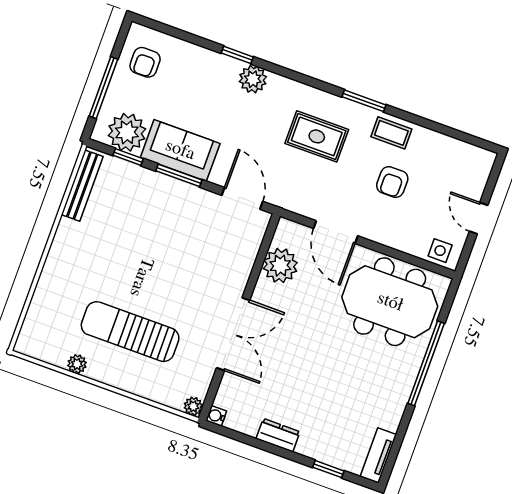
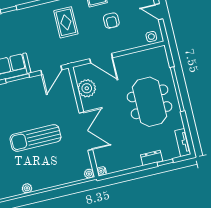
plant: (253, 79) -> (22, 16), removed
rug: (317, 136) -> (66, 22), turned 90
door: (242, 198) -> (51, 70), swing flipped
meeting table: (390, 302) -> (149, 102), moved, turned 90
sun lounger: (130, 332) -> (35, 138), moved
dresser: (278, 435) -> (152, 158), moved

